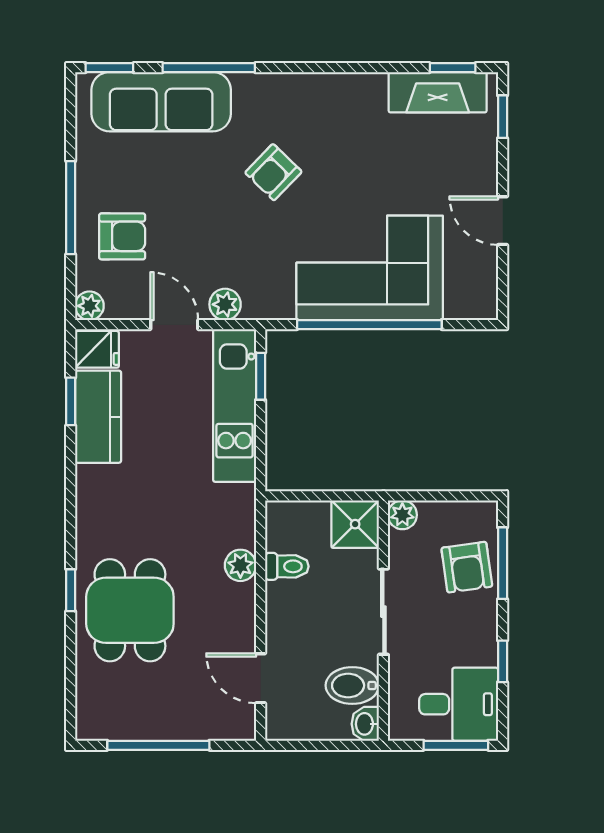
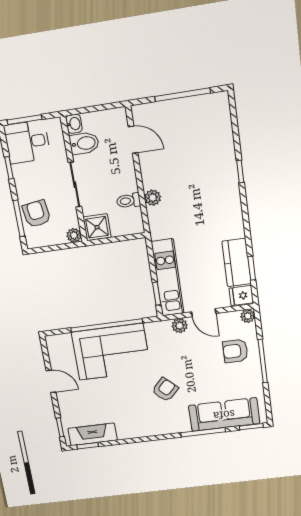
dining table: (130, 610) -> (207, 166), removed

